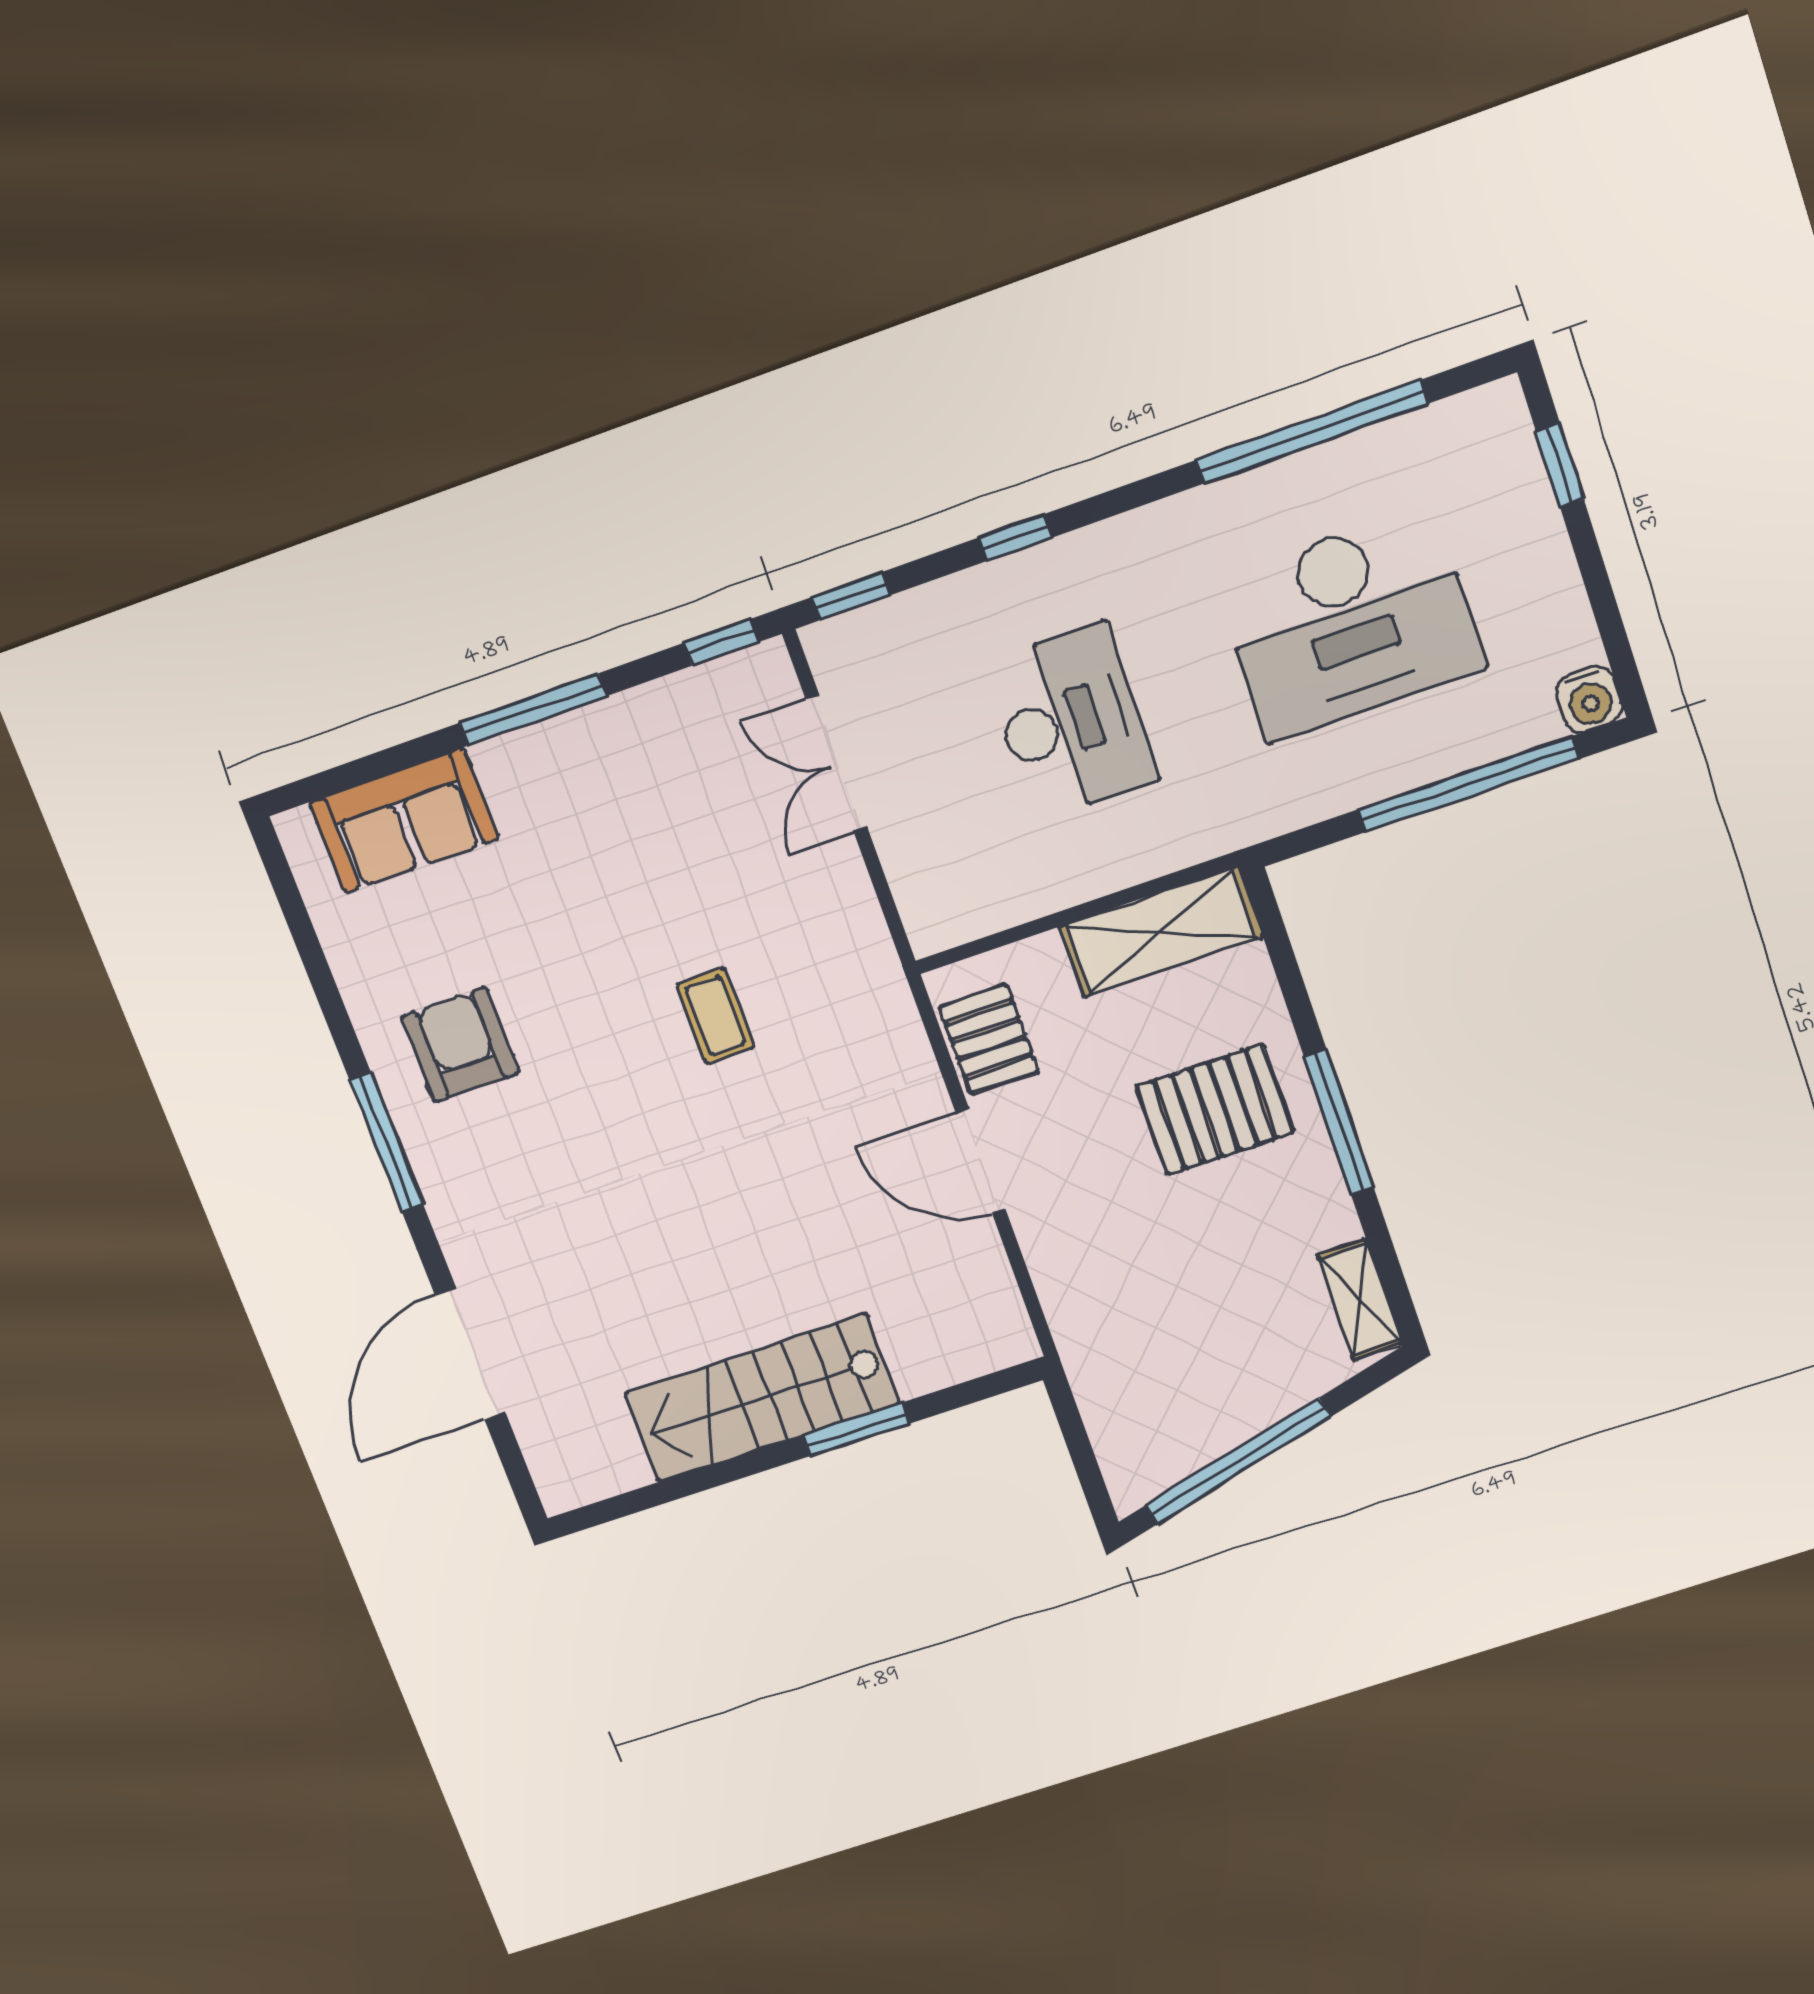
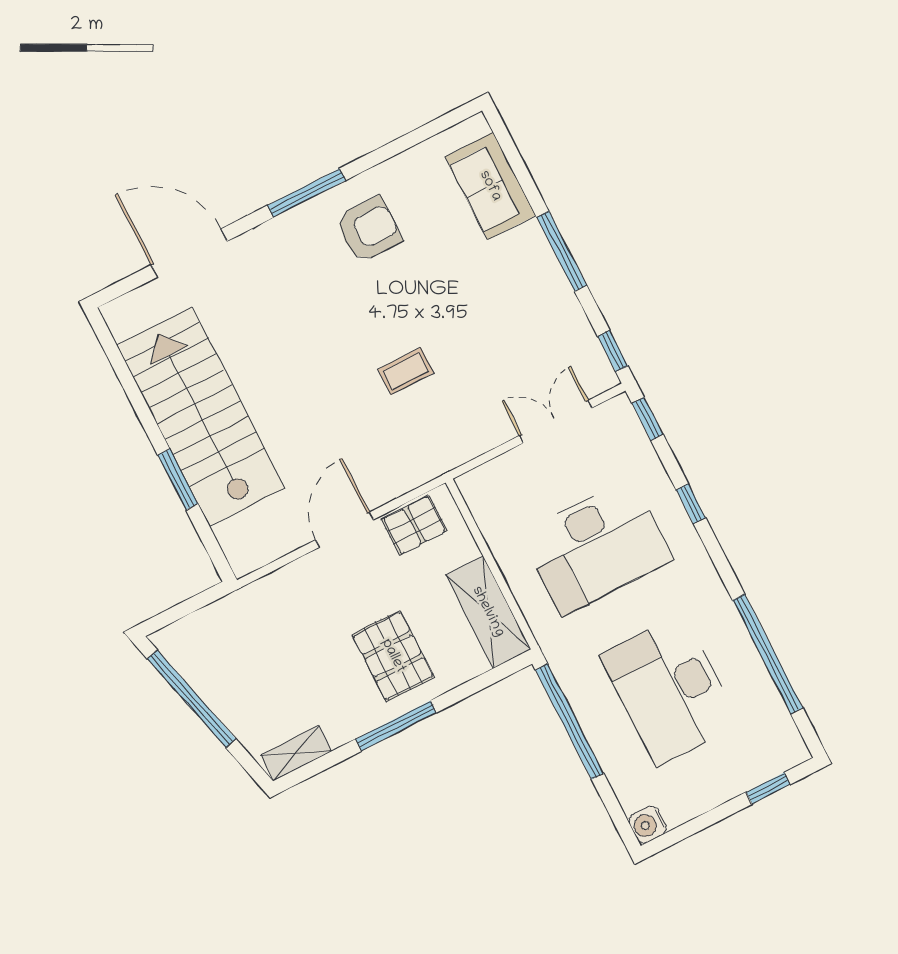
desk: (1071, 722) -> (596, 547), width x1.36, depth x1.30
window: (1468, 784) -> (570, 722), moved
stairs: (762, 1398) -> (201, 417), width x1.36, depth x1.51

